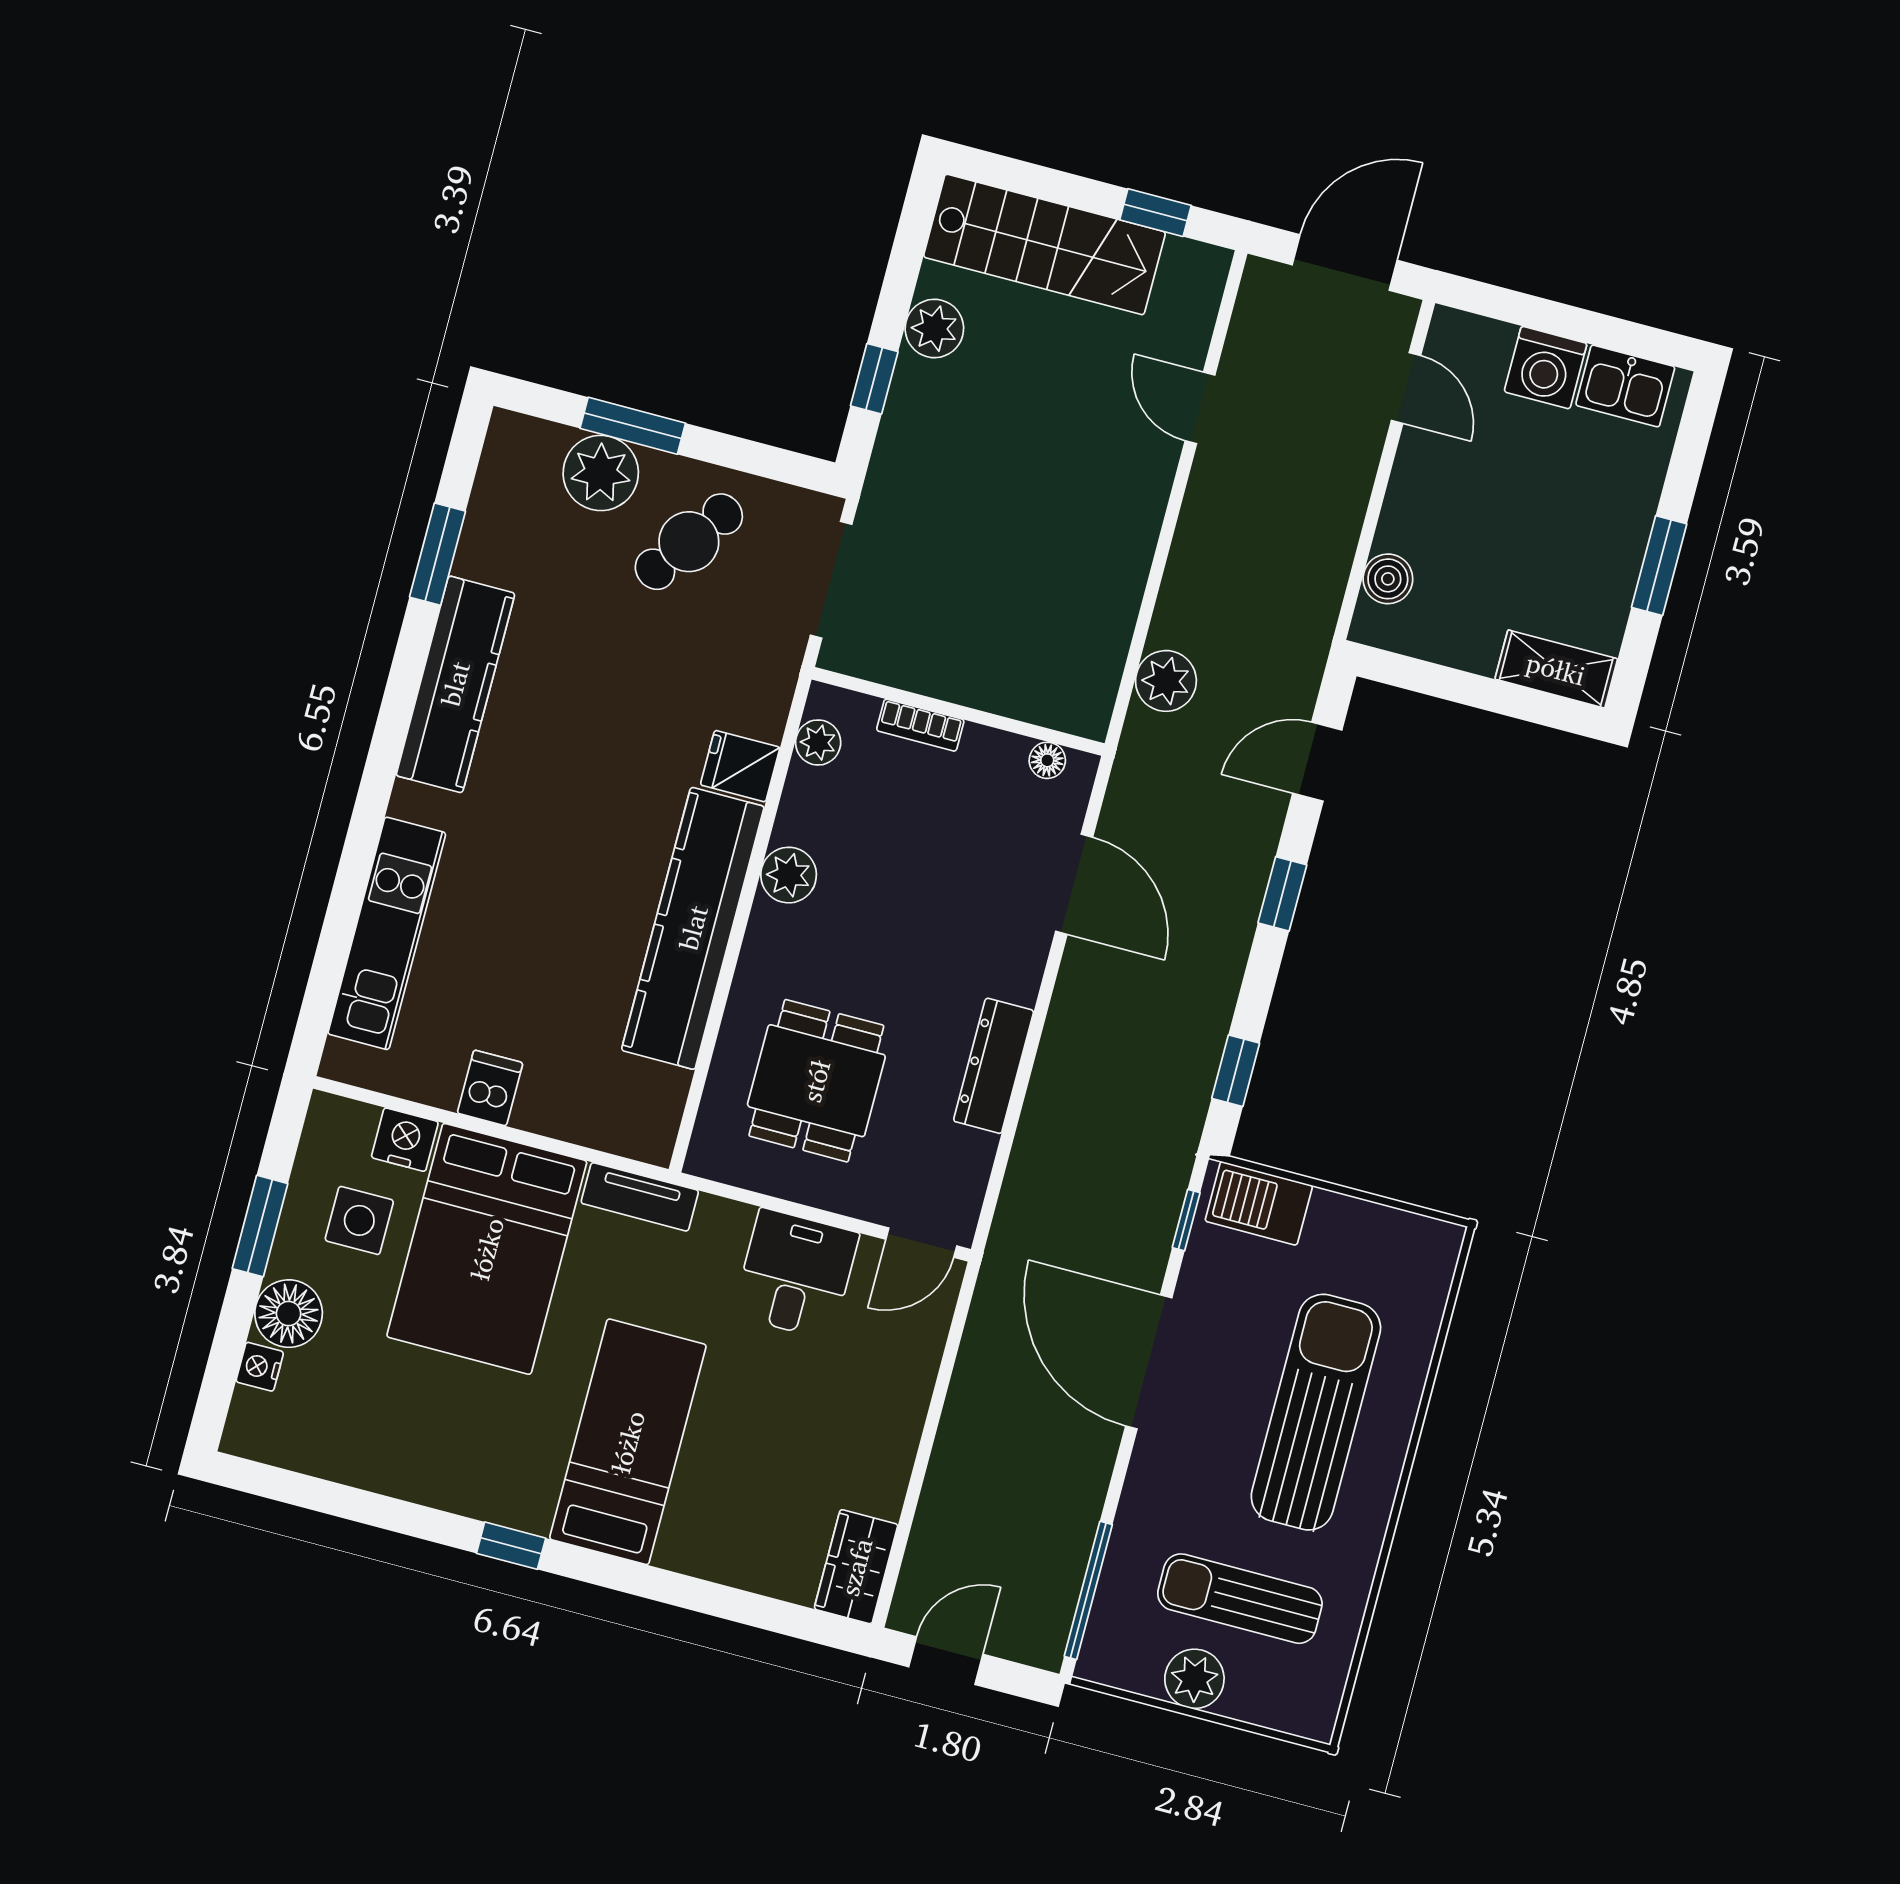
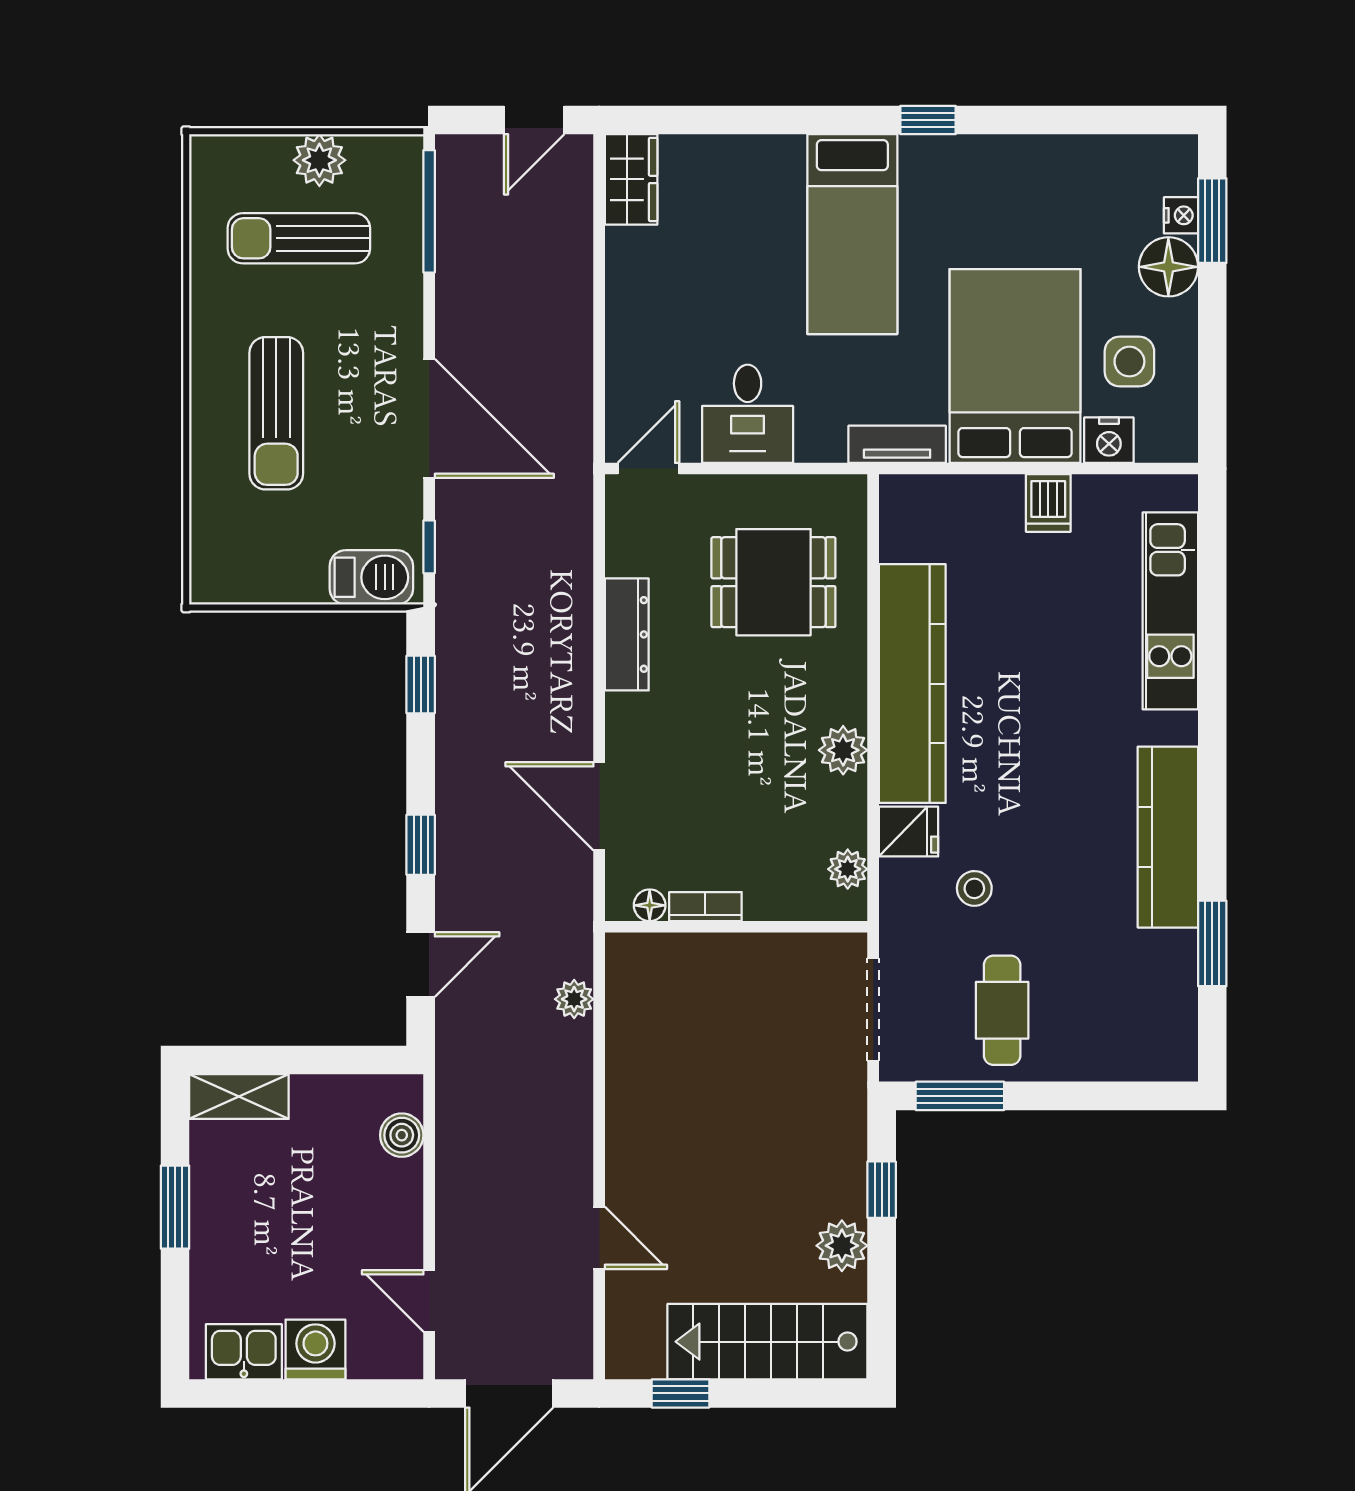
window: (633, 426) -> (960, 1096), moved
plant: (601, 473) -> (1092, 1049), removed
cafe table: (689, 542) -> (1002, 1010), turned -36
plant: (1166, 681) -> (574, 999), width x0.73, depth x0.73
stool: (684, 684) -> (974, 888), added
bookcase: (920, 725) -> (705, 907), moved
dining table: (816, 1081) -> (773, 582), turned 90
window: (260, 1226) -> (1212, 221), moved
sun lounger: (1316, 1412) -> (276, 413), width x0.73, depth x0.75
sun lounger: (1240, 1599) -> (299, 238), turned 180

